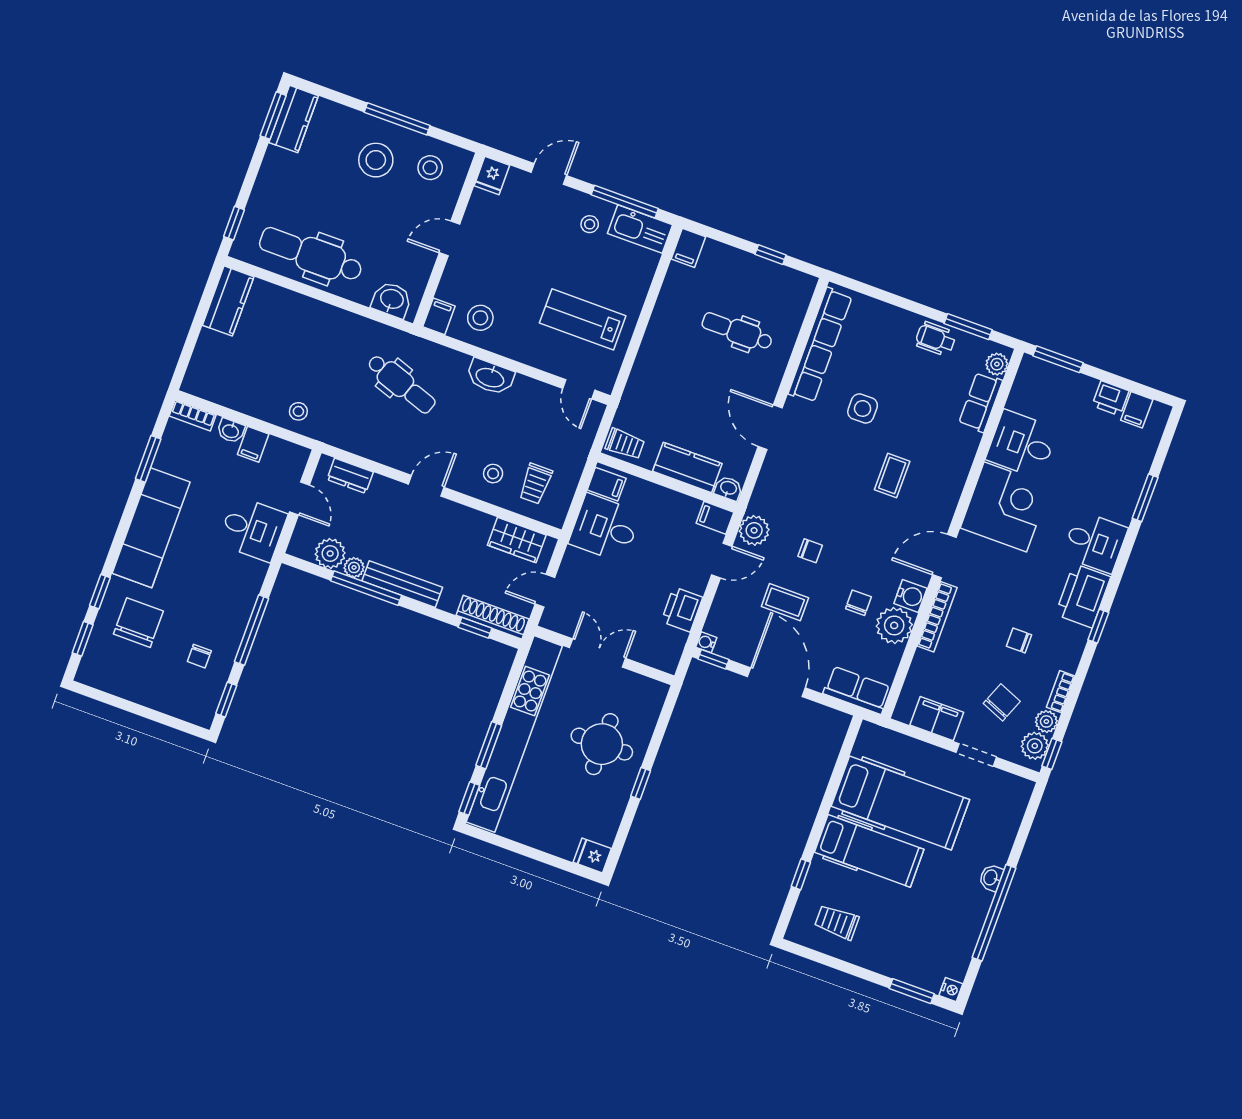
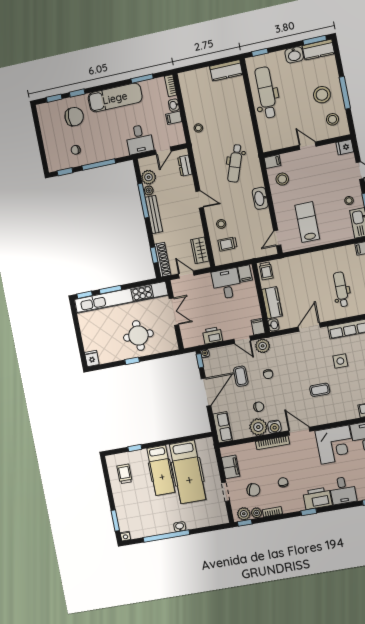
washbasin: (392, 300) -> (294, 55), moved, turned 90

